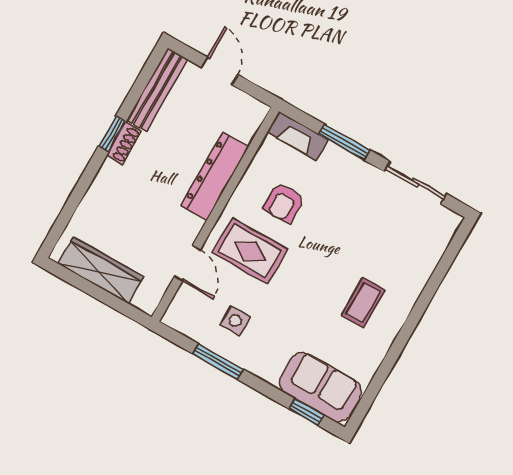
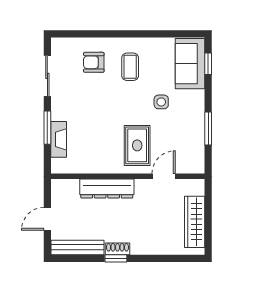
fireplace: (298, 136) -> (59, 139), moved
armchair: (284, 203) -> (94, 62), moved, turned 180
coffee table: (363, 303) -> (130, 67), turned 90
side table: (235, 321) -> (161, 102), moved

